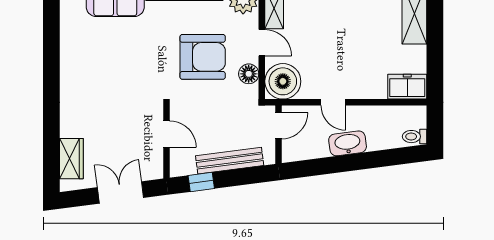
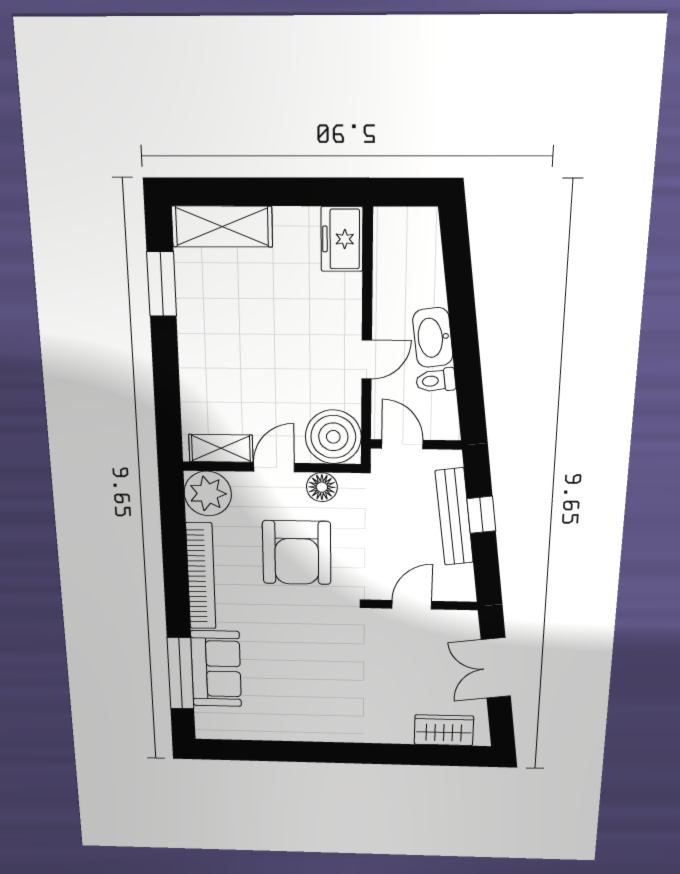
armchair: (203, 57) -> (297, 553), turned 180
toilet: (415, 137) -> (436, 381), moved, turned 83
window: (201, 182) -> (481, 515), moved

